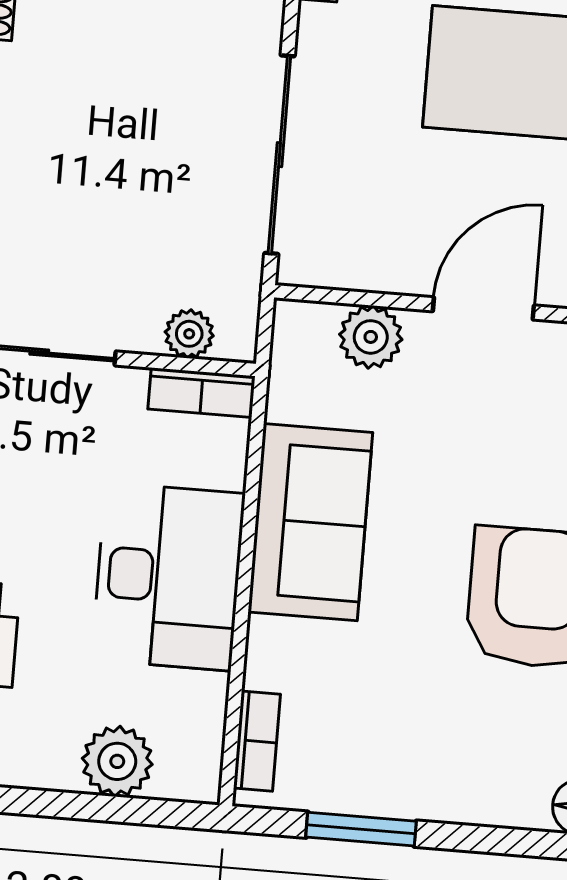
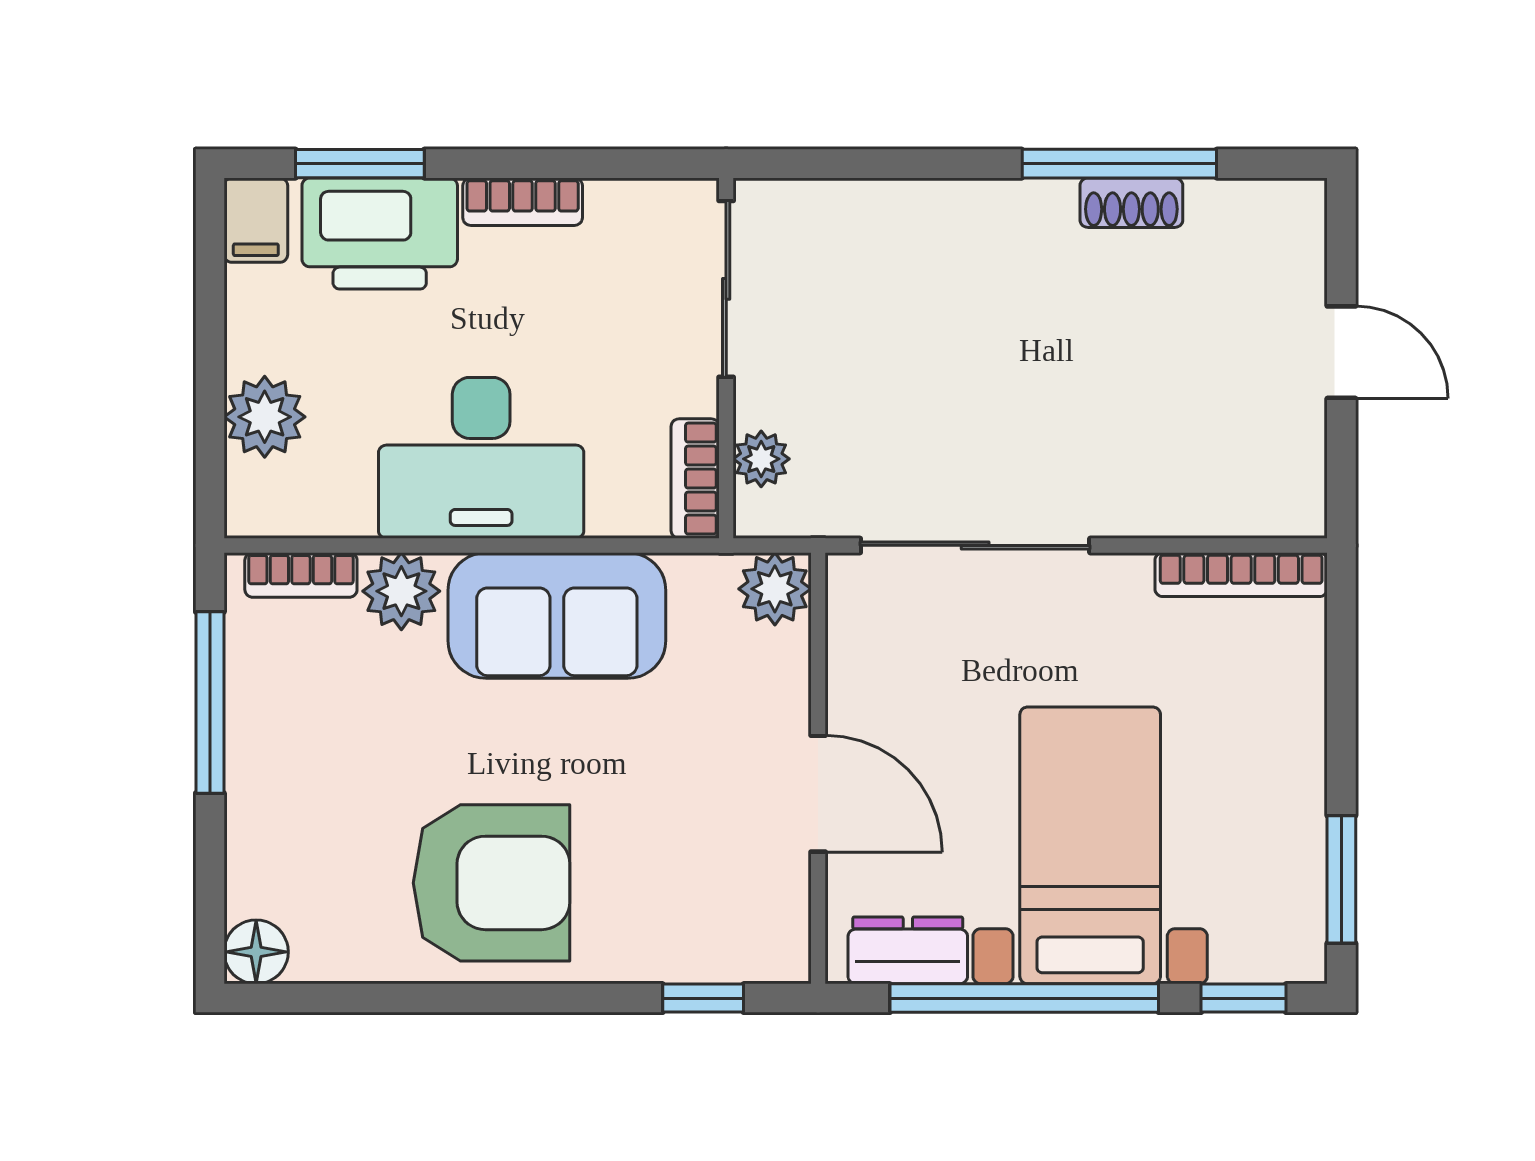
plant: (371, 337) -> (775, 589), moved
plant: (278, 655) -> (401, 591), added
window: (361, 829) -> (210, 703), width x1.44

